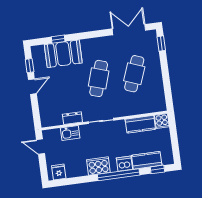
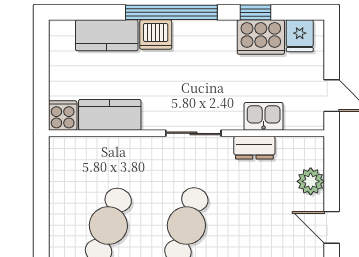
door: (32, 87) -> (332, 227), hinge flipped
plant: (45, 106) -> (311, 181), added
cooker: (98, 166) -> (261, 37), moved
window: (157, 169) -> (255, 12), moved

